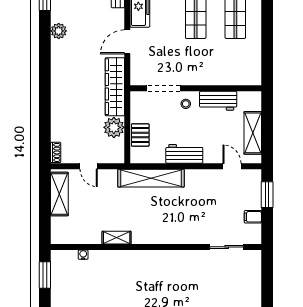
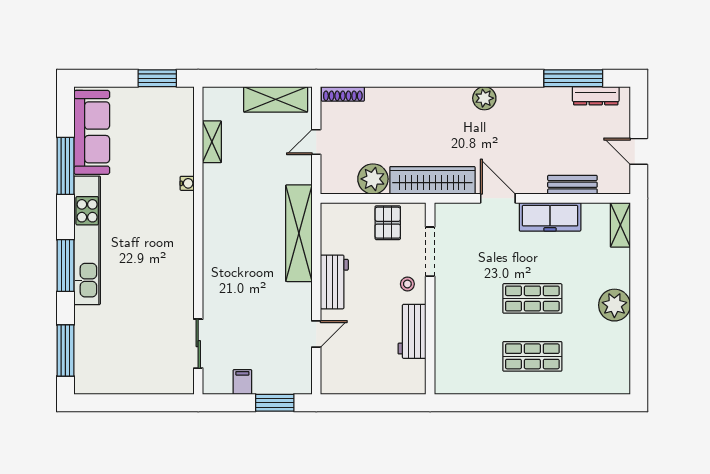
plant: (59, 31) -> (484, 98), moved
shelving: (253, 133) -> (365, 382), removed
pallet: (140, 135) -> (388, 223), moved, turned 90
shoe rack: (56, 152) -> (343, 94), width x1.43
door: (232, 166) -> (316, 334), moved
shelving: (117, 238) -> (212, 142), moved
water cooler: (83, 255) -> (187, 183), moved

